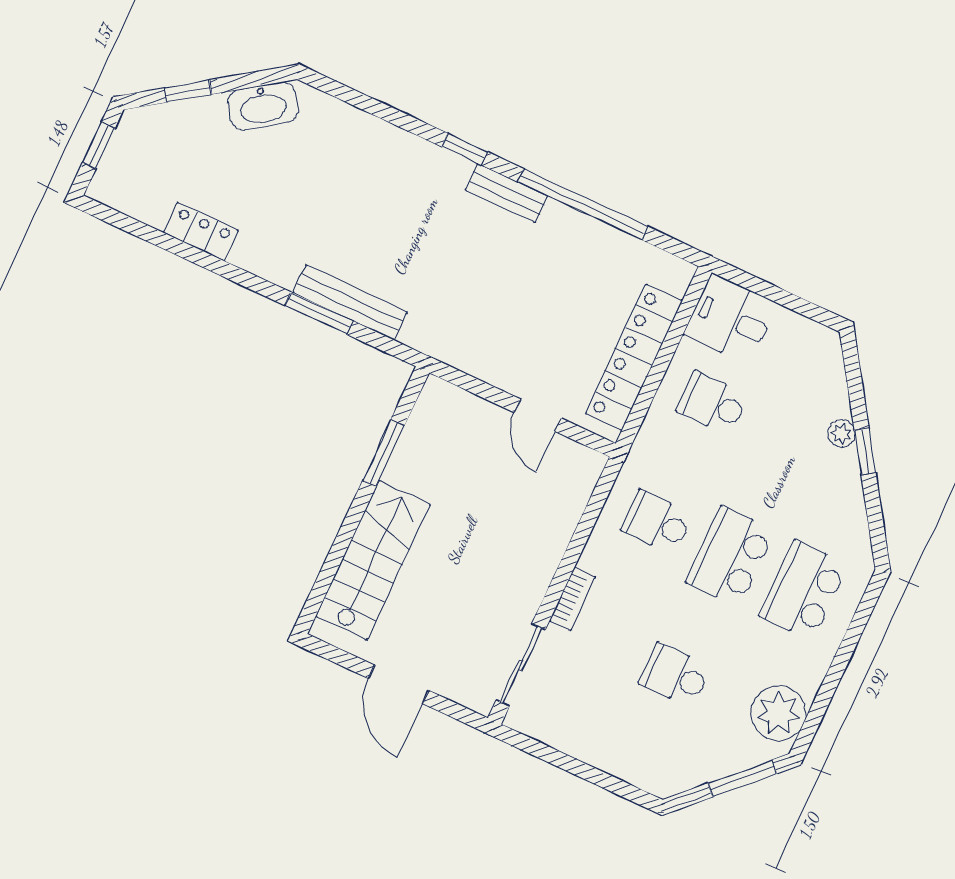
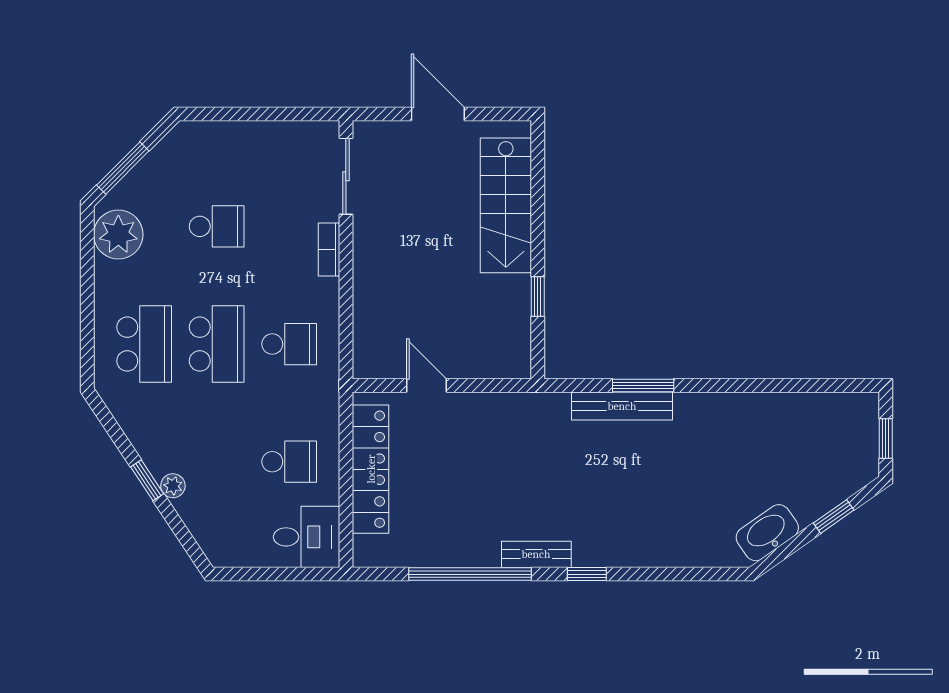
locker: (201, 231) -> (770, 407), removed
window: (384, 453) -> (538, 297), width x0.67

